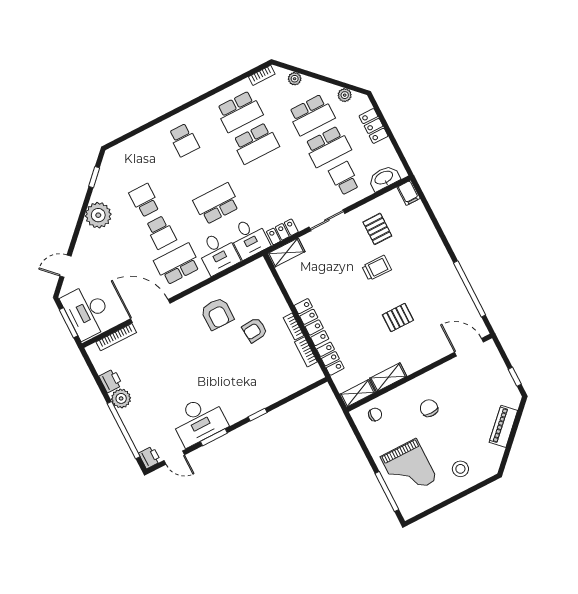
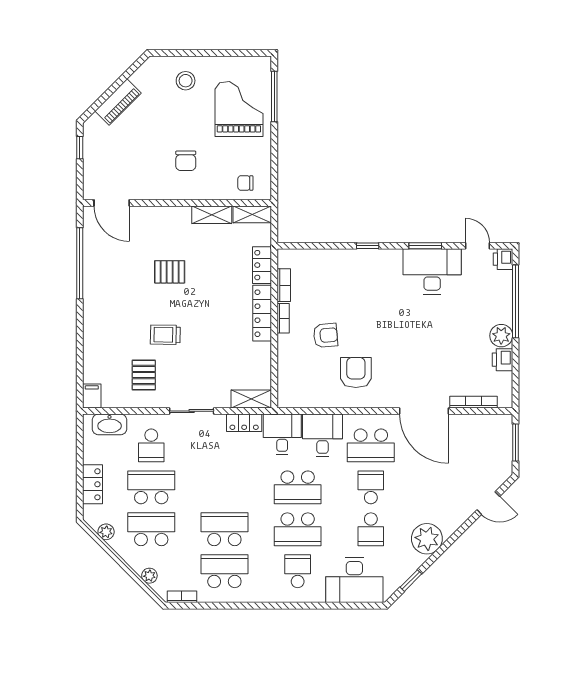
school desk: (200, 172) -> (298, 529), added
desk: (87, 311) -> (354, 580), moved, turned 90

